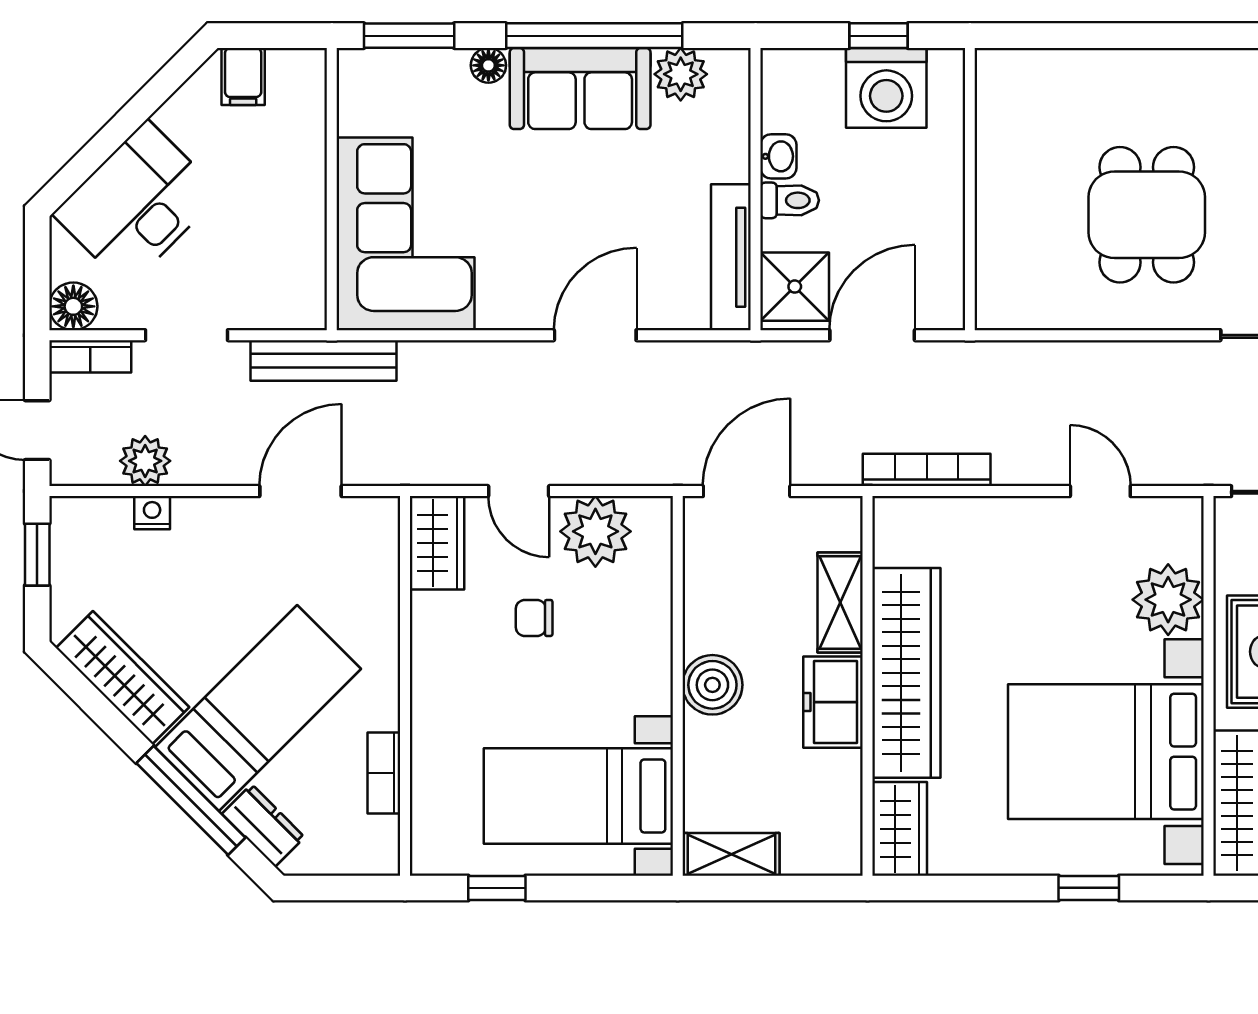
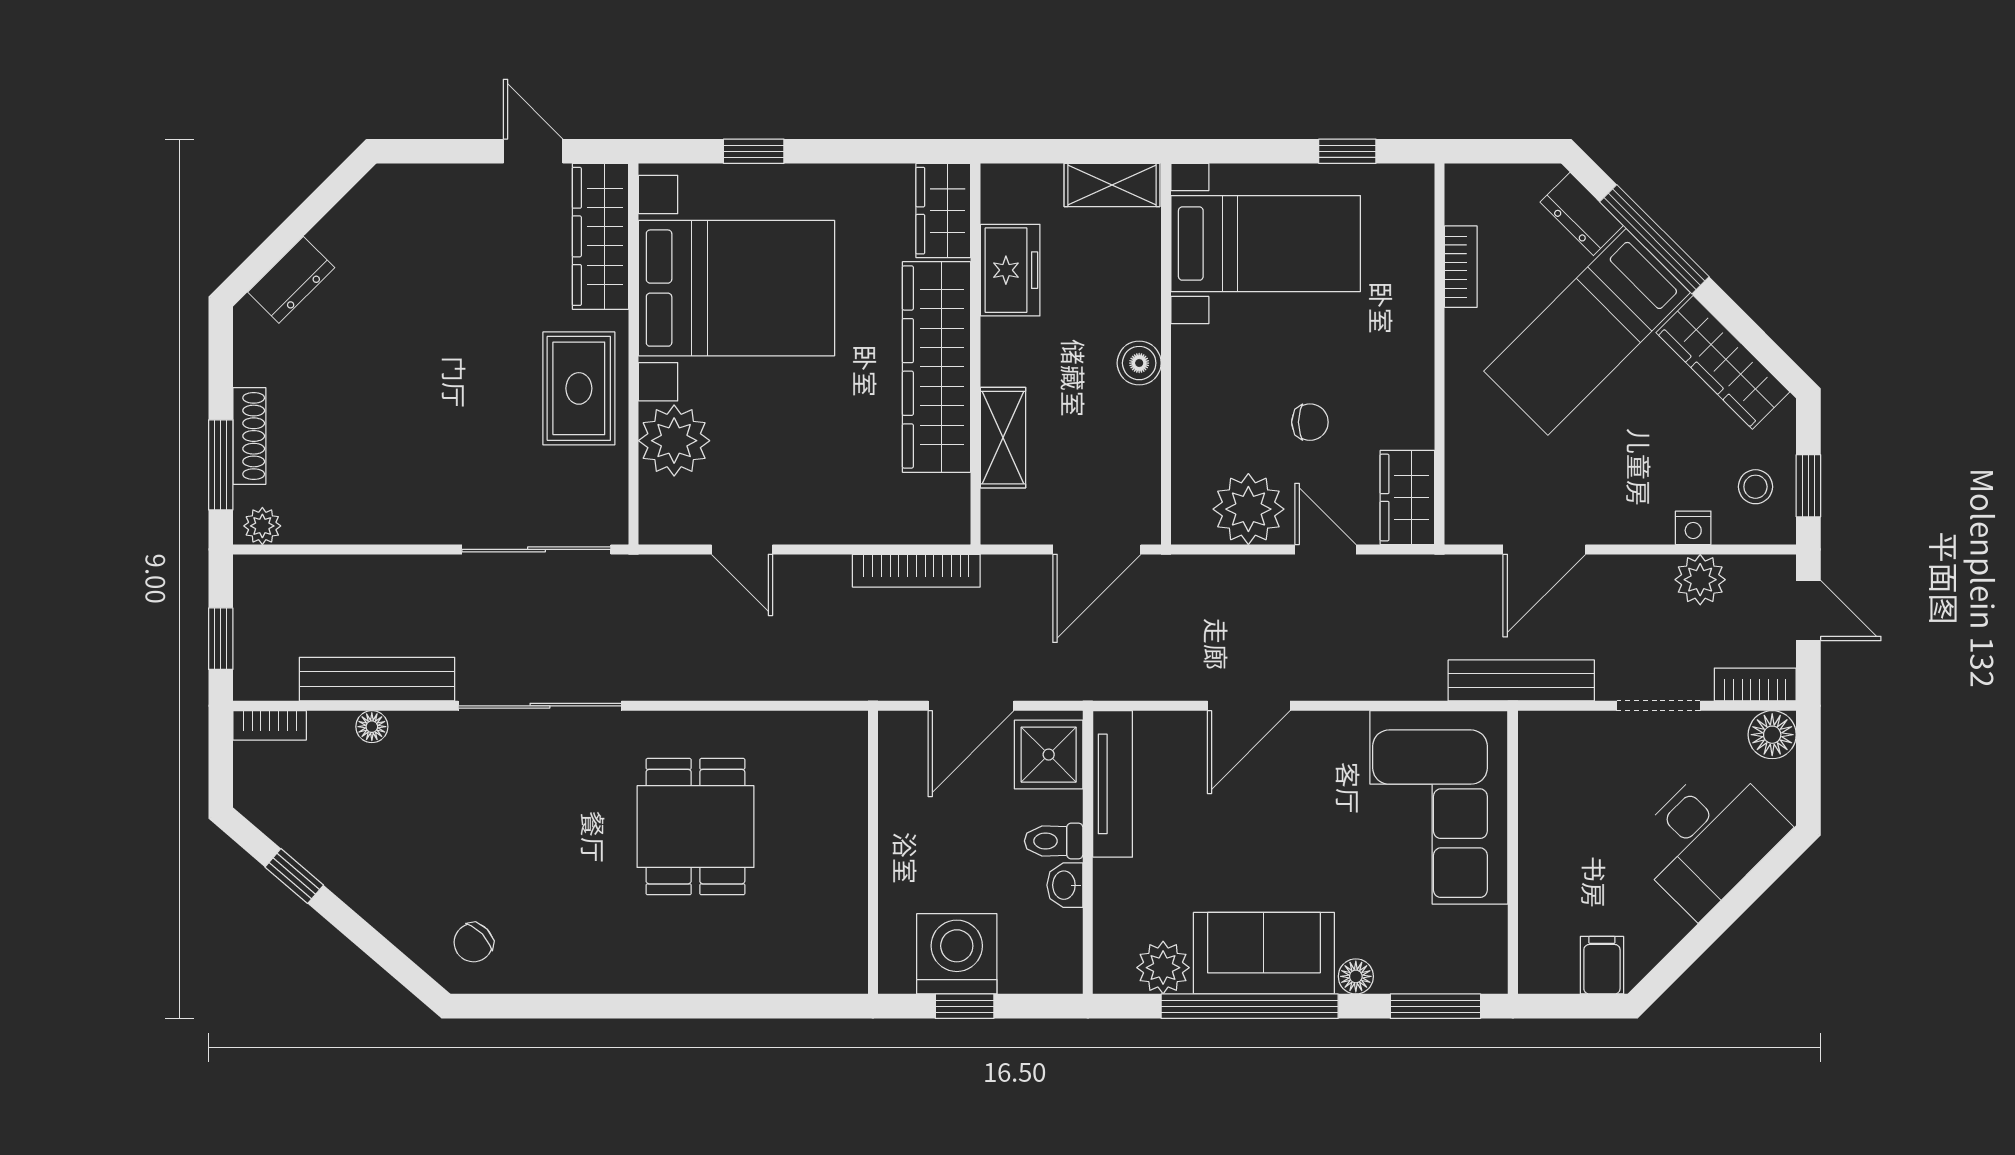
stool: (90, 554) -> (1755, 487), added
boiler: (712, 685) -> (1139, 363), width x0.73, depth x0.73
freezer: (833, 702) -> (1010, 270), moved

